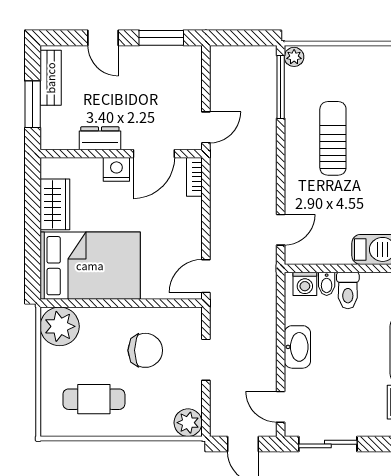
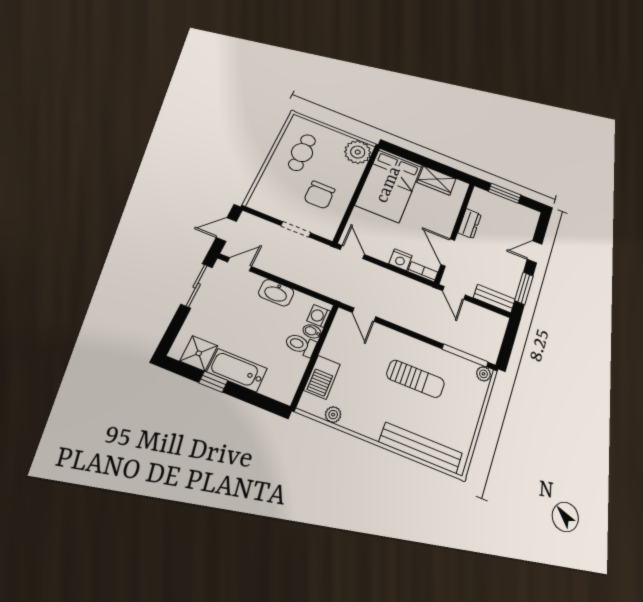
bench: (51, 78) -> (494, 298), moved
nightstand: (116, 169) -> (400, 260), moved, turned 90
plant: (188, 423) -> (259, 201), removed

